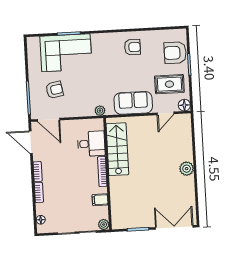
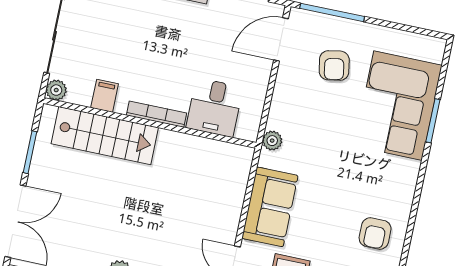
stairs: (117, 149) -> (105, 136), moved

